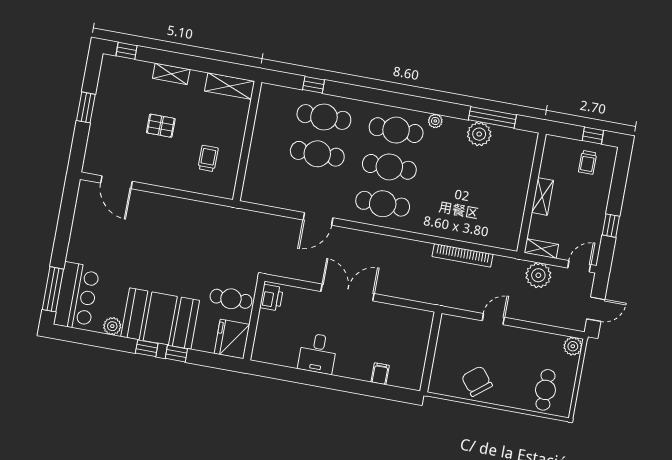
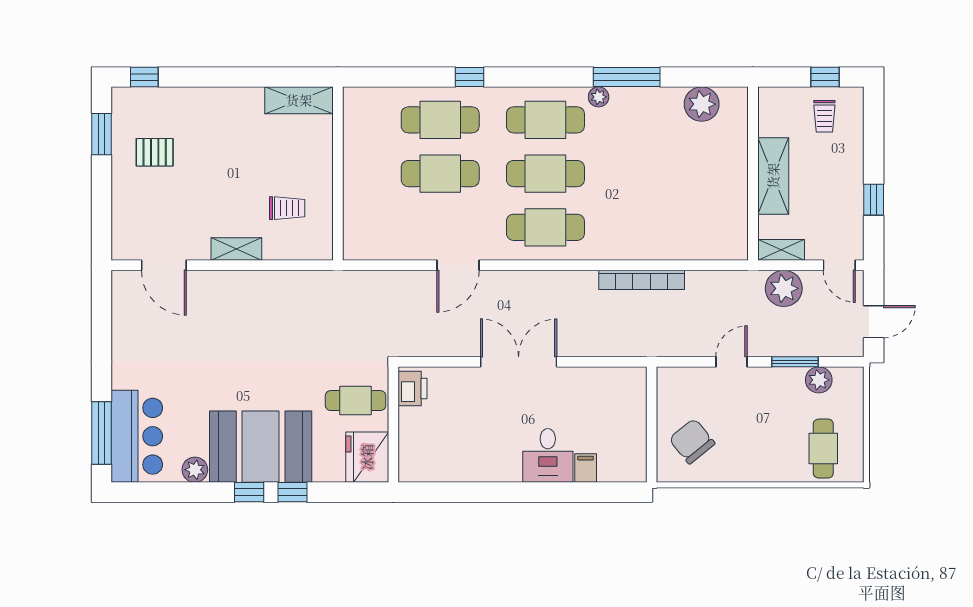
shelving: (171, 74) -> (236, 249), moved
window: (314, 85) -> (470, 77), moved
window: (86, 107) -> (101, 134), moved
window: (492, 117) -> (627, 77), moved
pallet: (161, 126) -> (155, 152), moved
plant: (479, 134) -> (702, 104), moved
trolley: (208, 158) -> (287, 208), turned 90
shelving: (542, 196) -> (773, 176), width x1.50, depth x1.33
bookcase: (462, 255) -> (642, 280), moved
door: (579, 266) -> (839, 265), swing flipped
window: (537, 327) -> (795, 362), added
plant: (573, 346) -> (819, 380), moved
desk: (318, 353) -> (548, 455), moved
chair: (477, 381) -> (692, 441), moved

